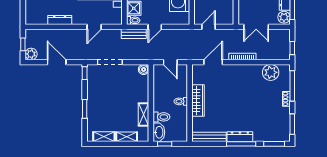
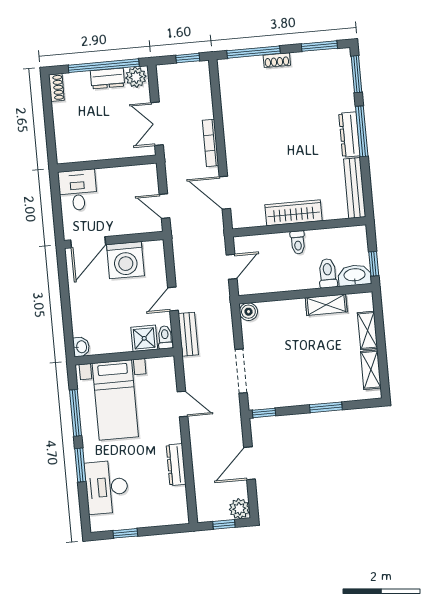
door: (155, 27) -> (173, 299), swing flipped
double door: (256, 27) -> (157, 124), swing flipped
plant: (271, 72) -> (234, 91), removed

